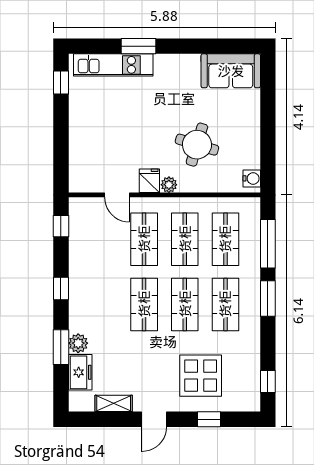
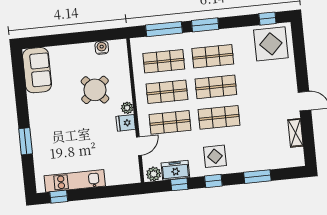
kitchen unit: (113, 65) -> (75, 181), moved, turned -90
round table: (197, 145) -> (95, 90), turned 32
water cooler: (252, 178) -> (102, 48), moved
window: (61, 226) -> (179, 184), moved
display table: (93, 294) -> (215, 156), added
plant: (78, 343) -> (154, 174), moved
freezer: (80, 372) -> (175, 170), moved
display table: (201, 376) -> (271, 44), moved
window: (209, 419) -> (300, 60), removed

